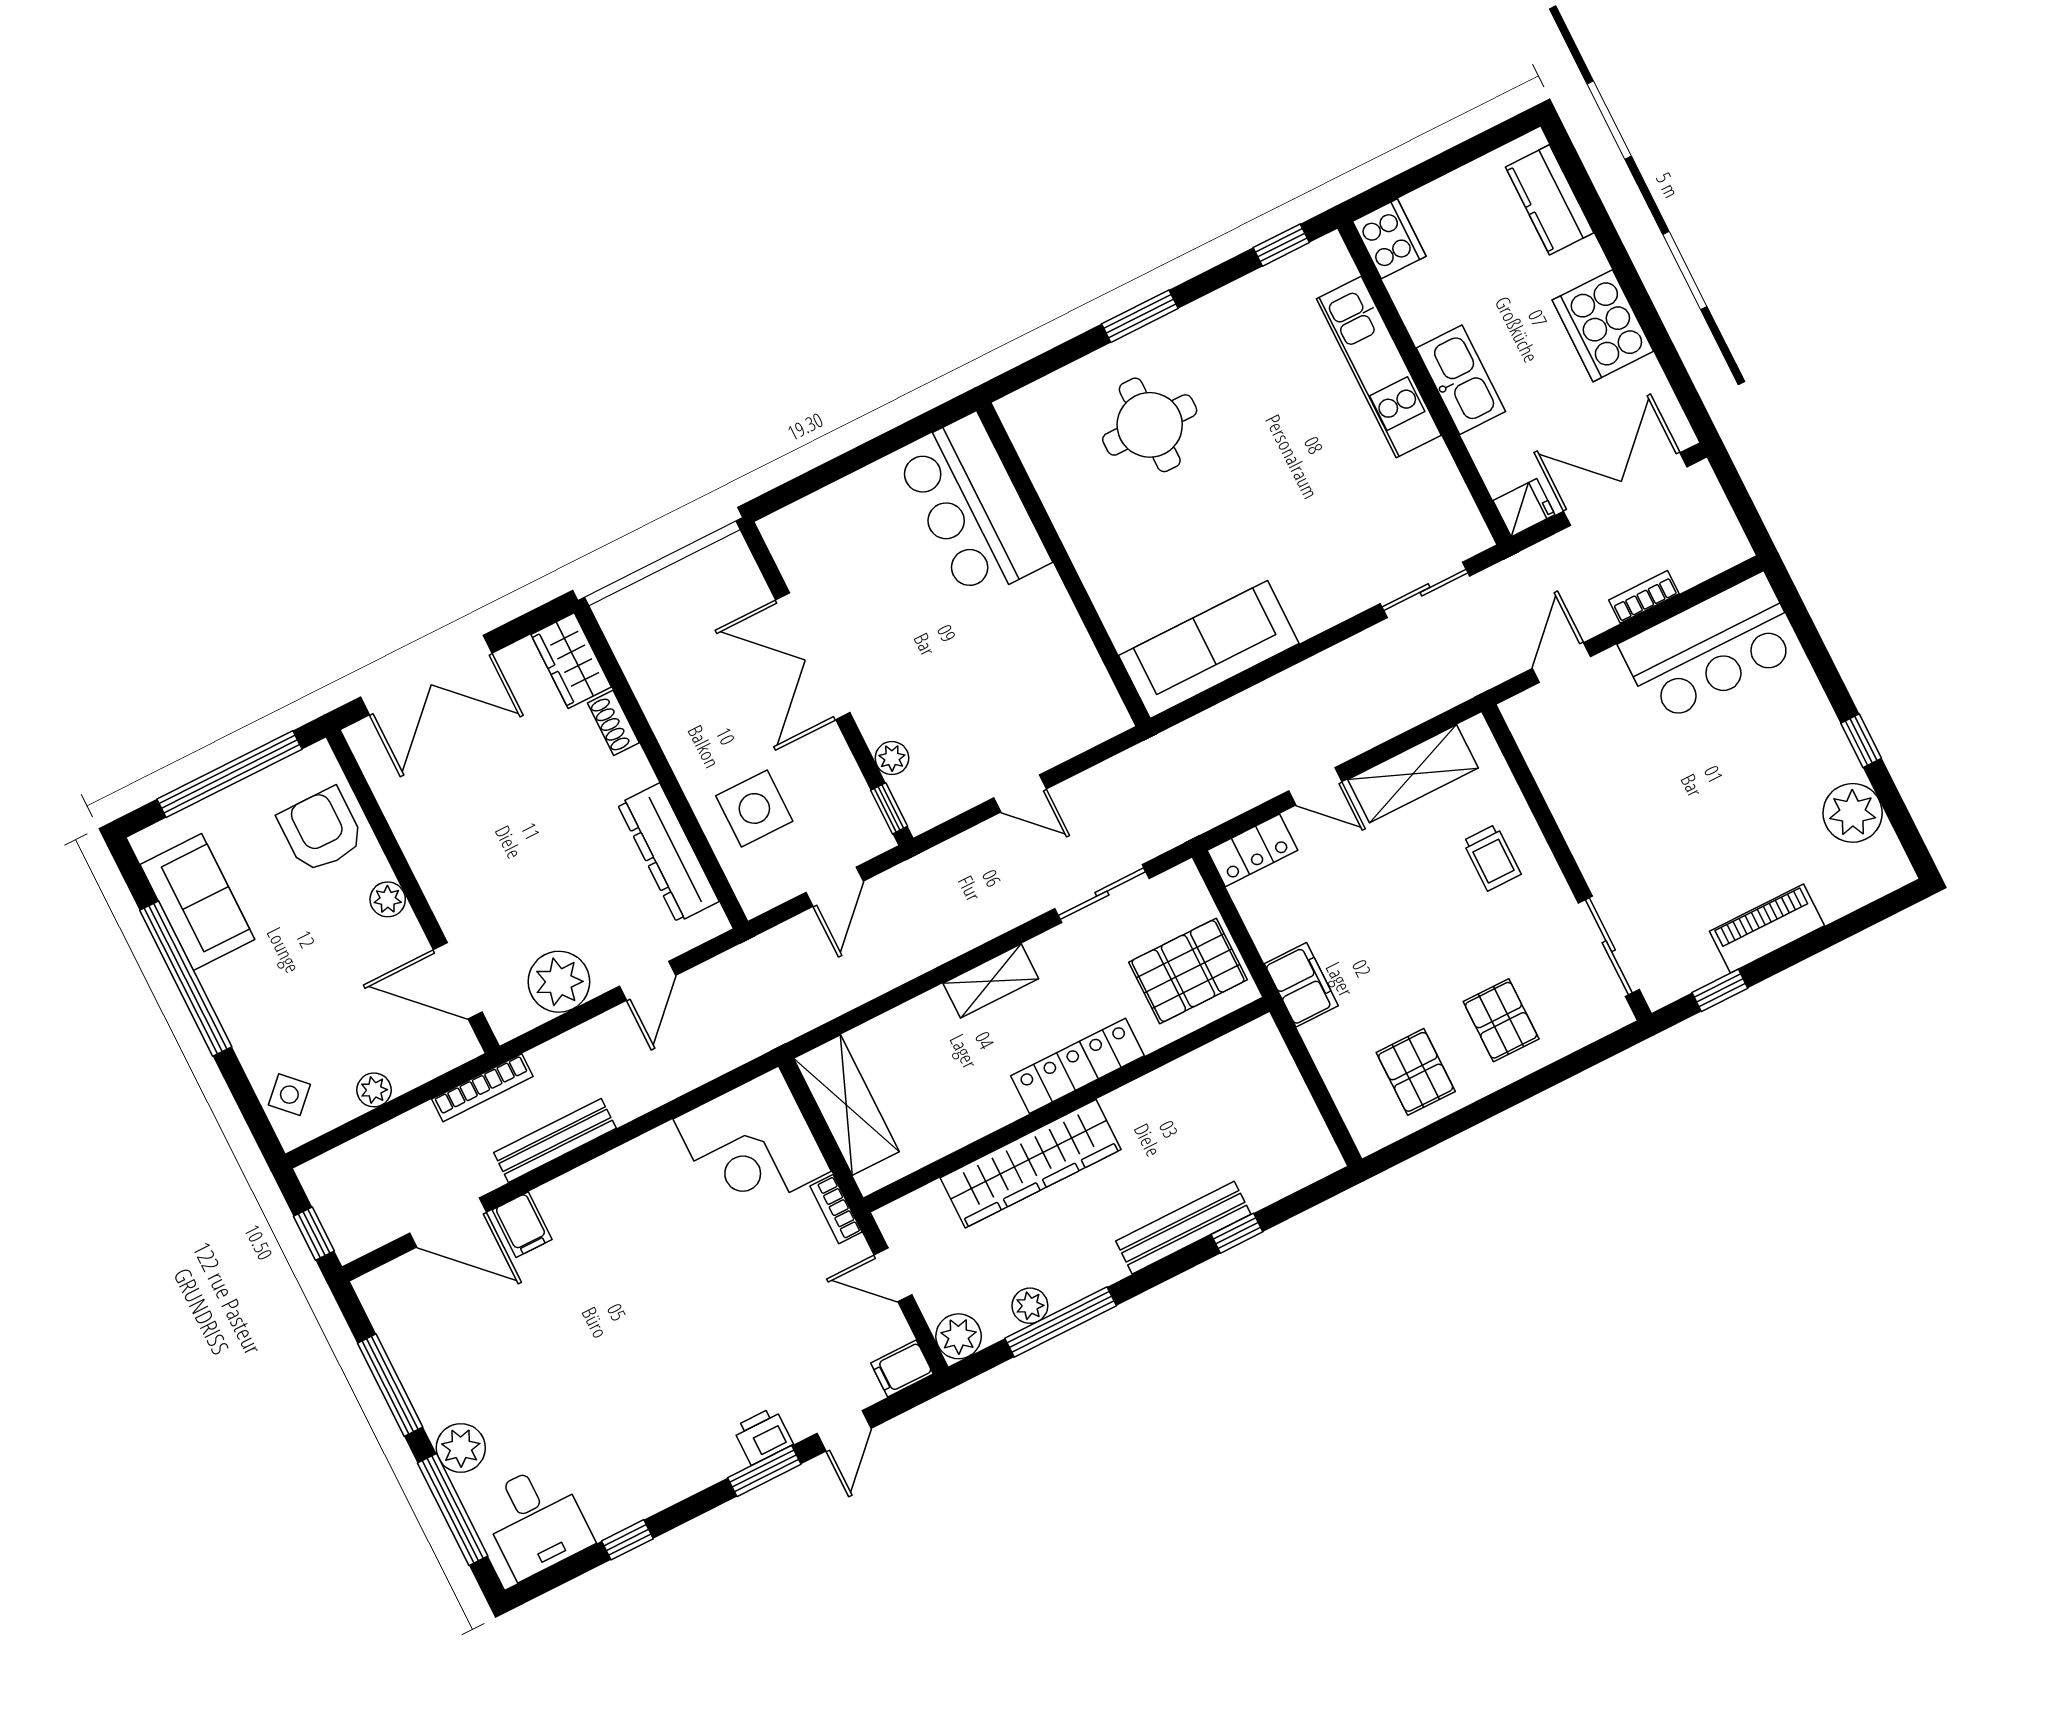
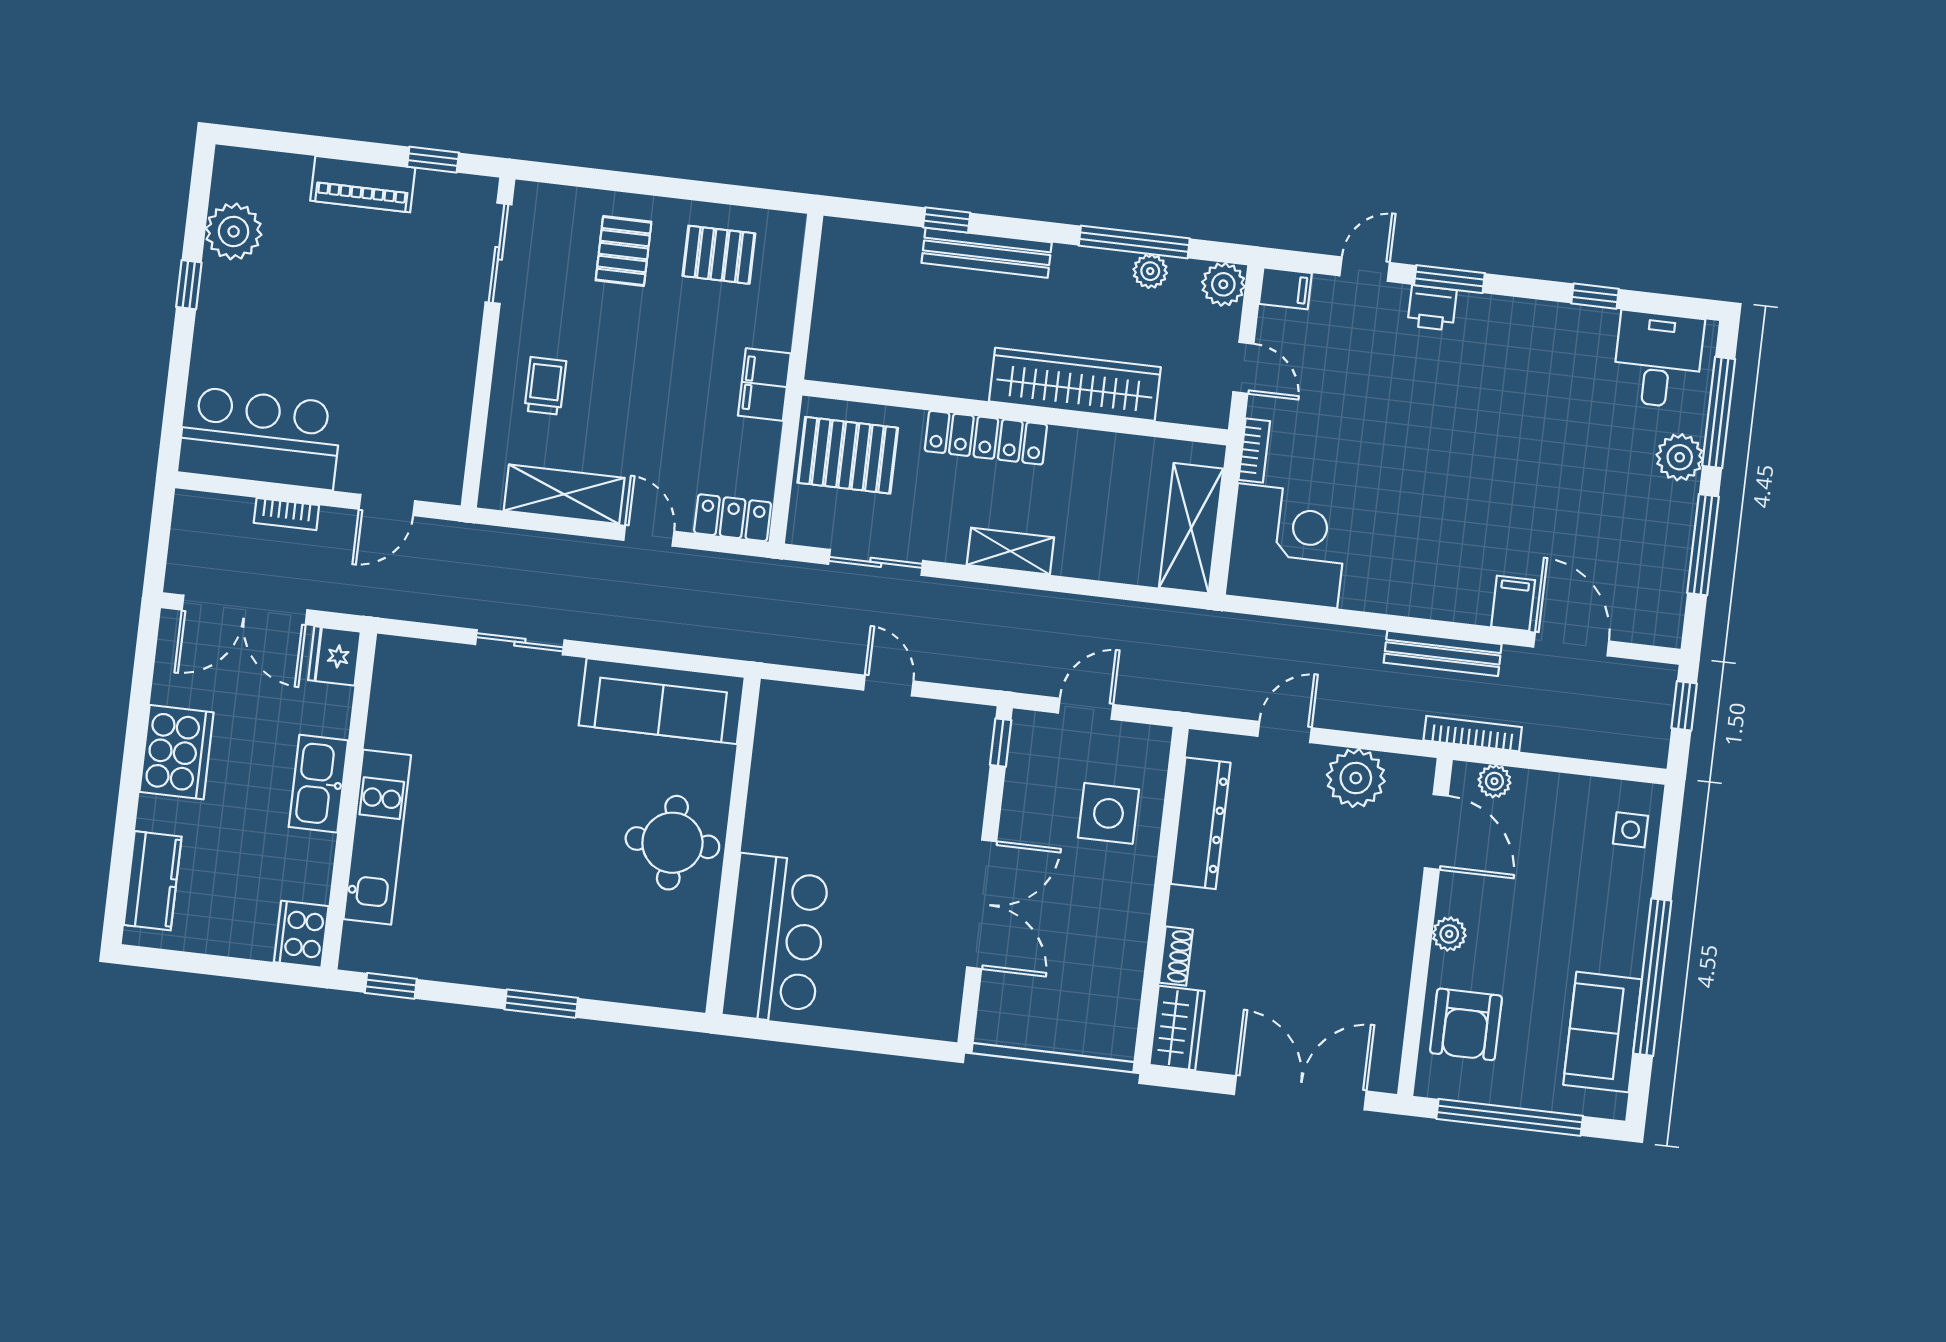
round table: (1150, 425) -> (672, 843), moved
fridge: (1524, 508) -> (334, 656), width x1.38
sliding door: (1425, 590) -> (520, 642), moved
plant: (892, 758) -> (972, 781), removed
pallet: (1416, 1072) -> (719, 255), turned 90
plant: (374, 1090) -> (1494, 781), moved
side table: (289, 1095) -> (1631, 830), turned 45

